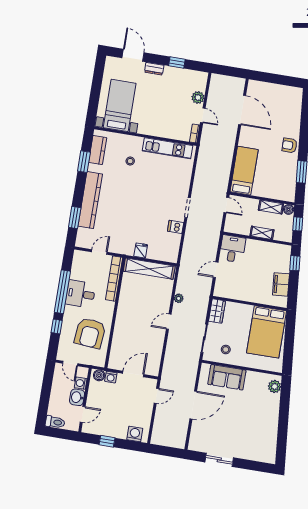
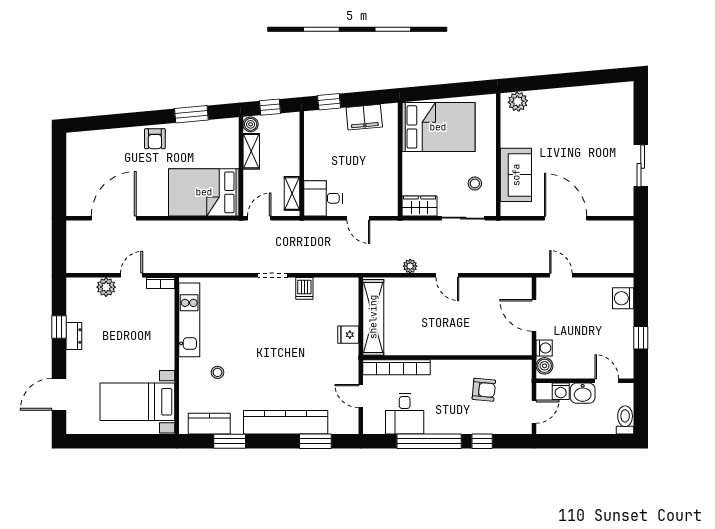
dresser: (154, 69) -> (74, 336), moved
bed: (244, 171) -> (204, 192), width x1.50
shelving: (262, 233) -> (292, 193), moved
desk: (81, 294) -> (405, 414), moved
armchair: (90, 333) -> (484, 390), width x0.53, depth x0.53

